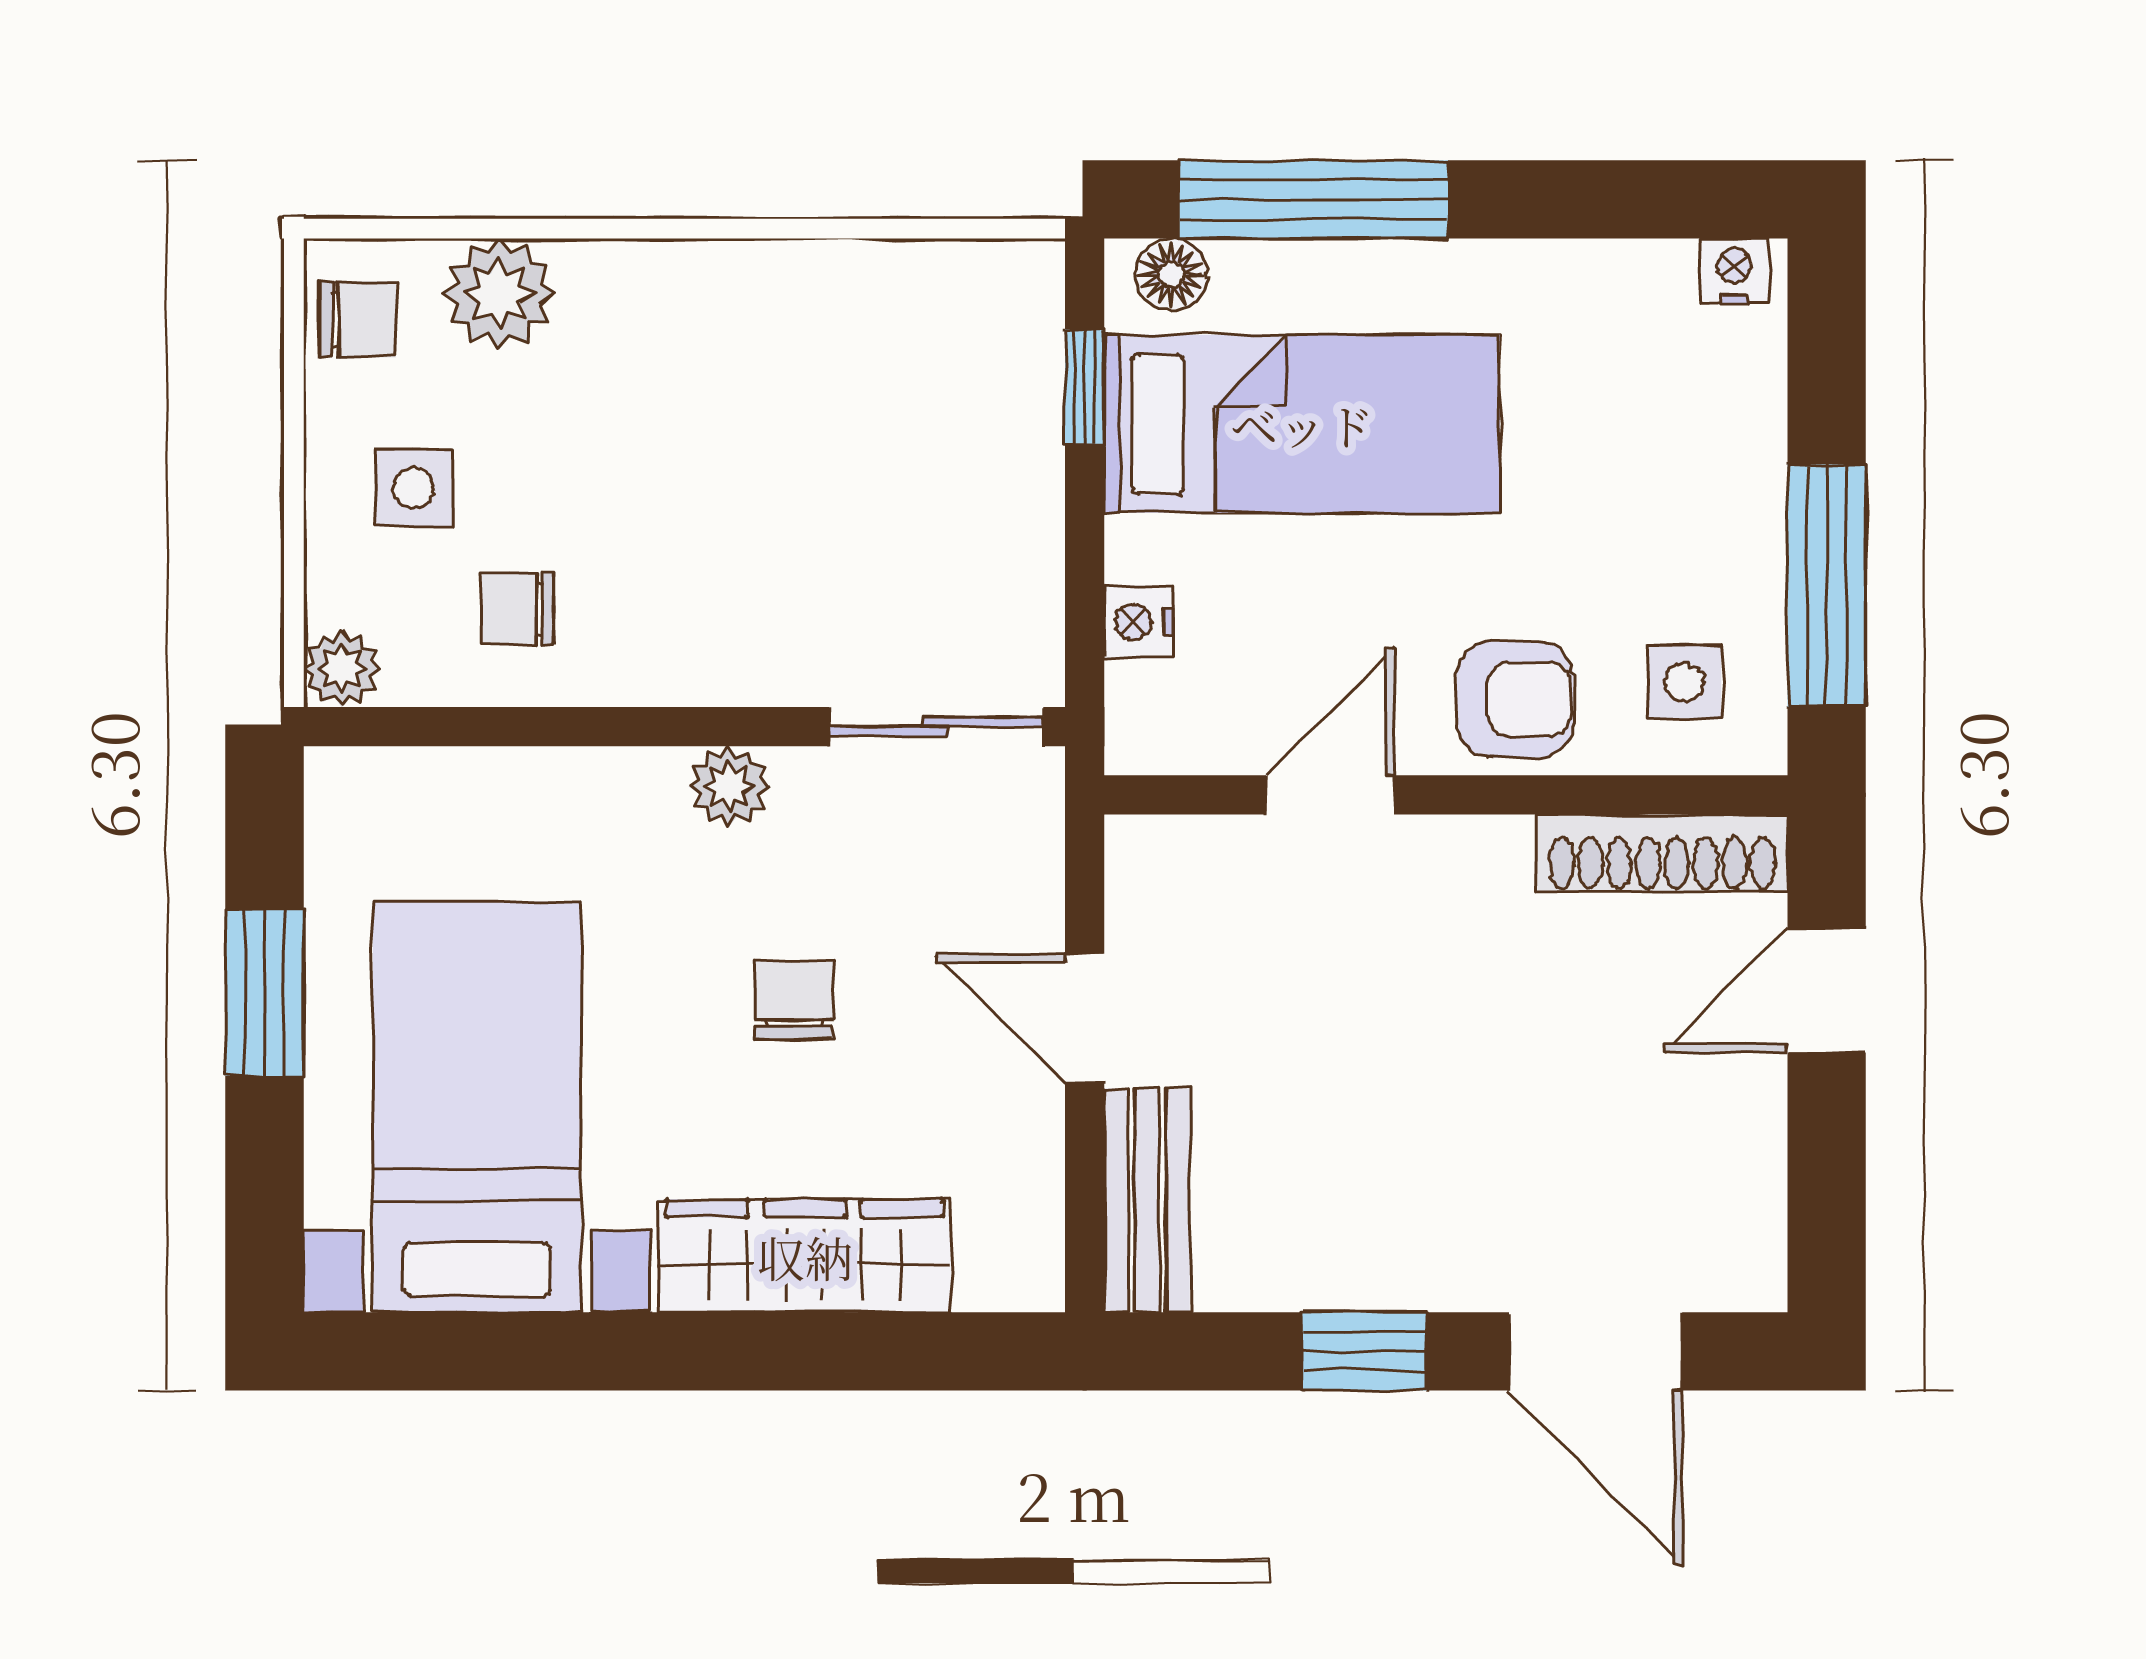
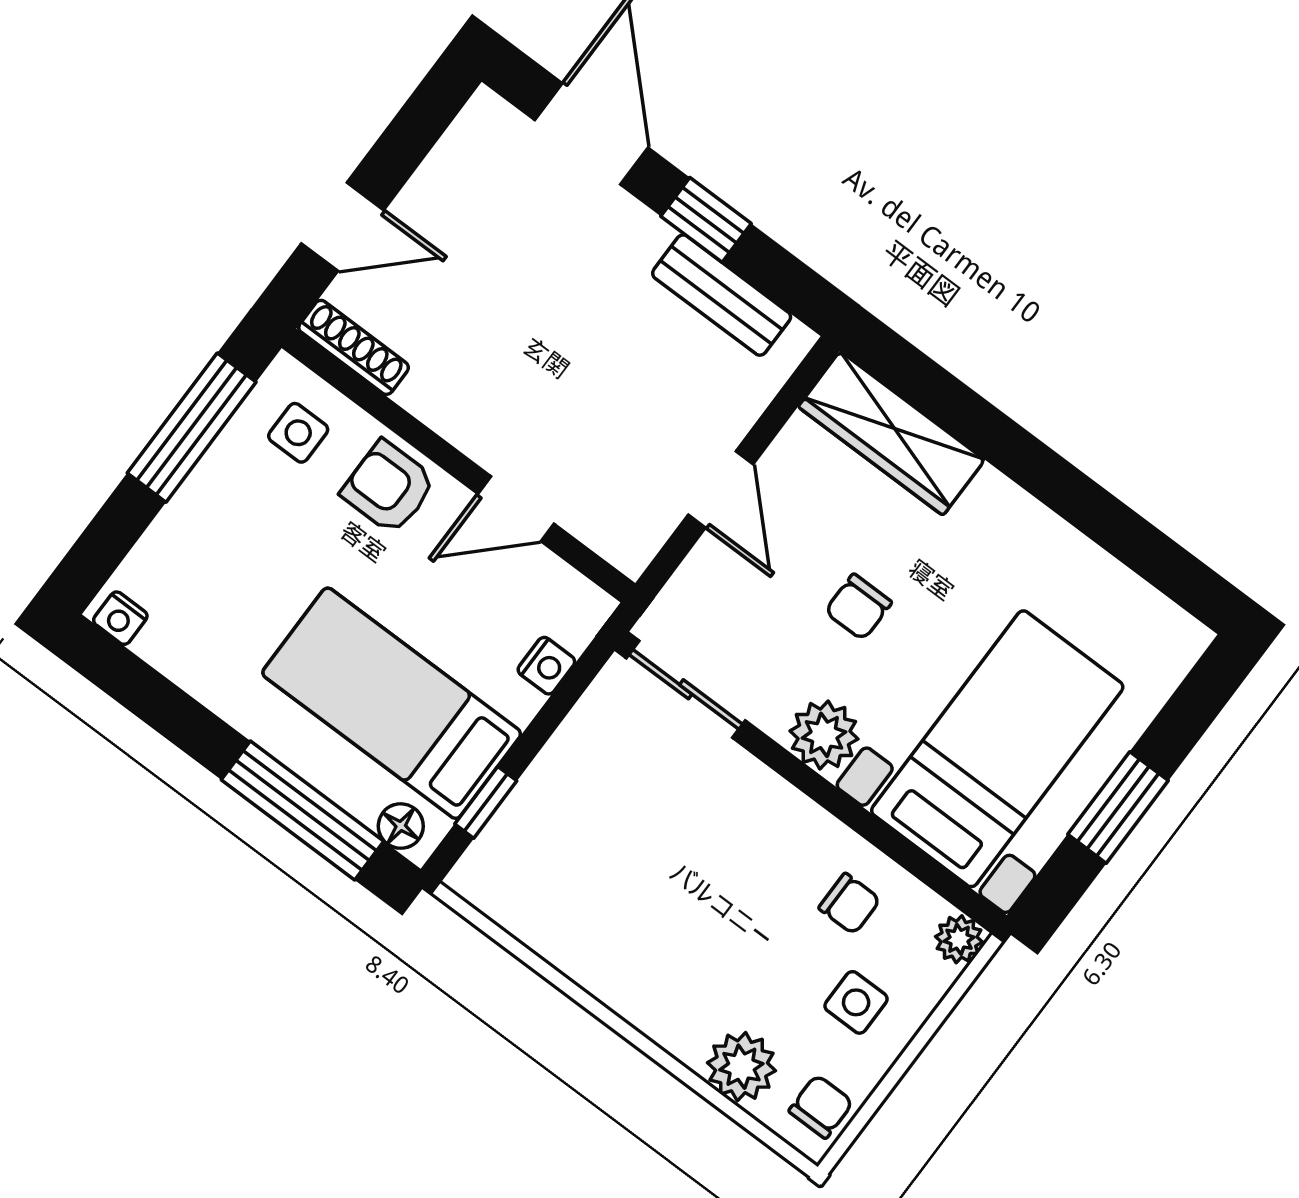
chair: (358, 319) -> (821, 1107), turned 90
plant: (729, 786) -> (824, 735), width x1.38, depth x1.38
shoe rack: (1662, 853) -> (354, 347), width x0.74, depth x0.81
bed with nightstands: (477, 1107) -> (997, 749), moved, turned 180
bench: (1147, 1200) -> (722, 295), moved, turned 90
wardrobe: (805, 1256) -> (891, 433), moved

